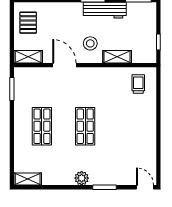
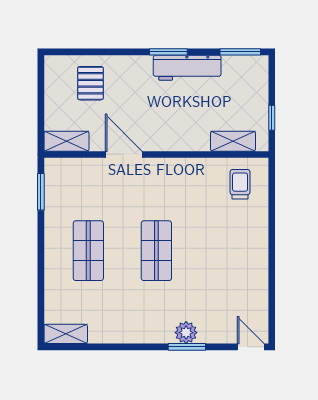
pallet: (28, 23) -> (90, 83), moved
stool: (90, 43) -> (164, 120), removed
shelving: (117, 57) -> (233, 141), moved
plant: (82, 178) -> (186, 333), moved

